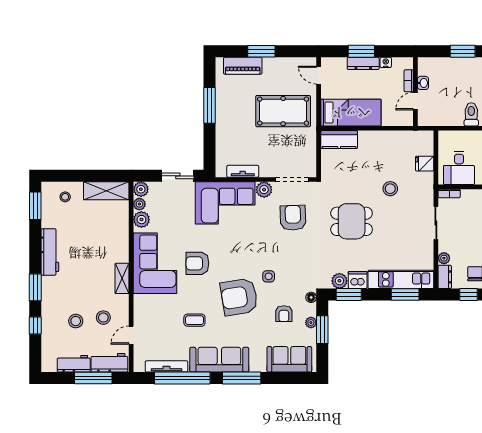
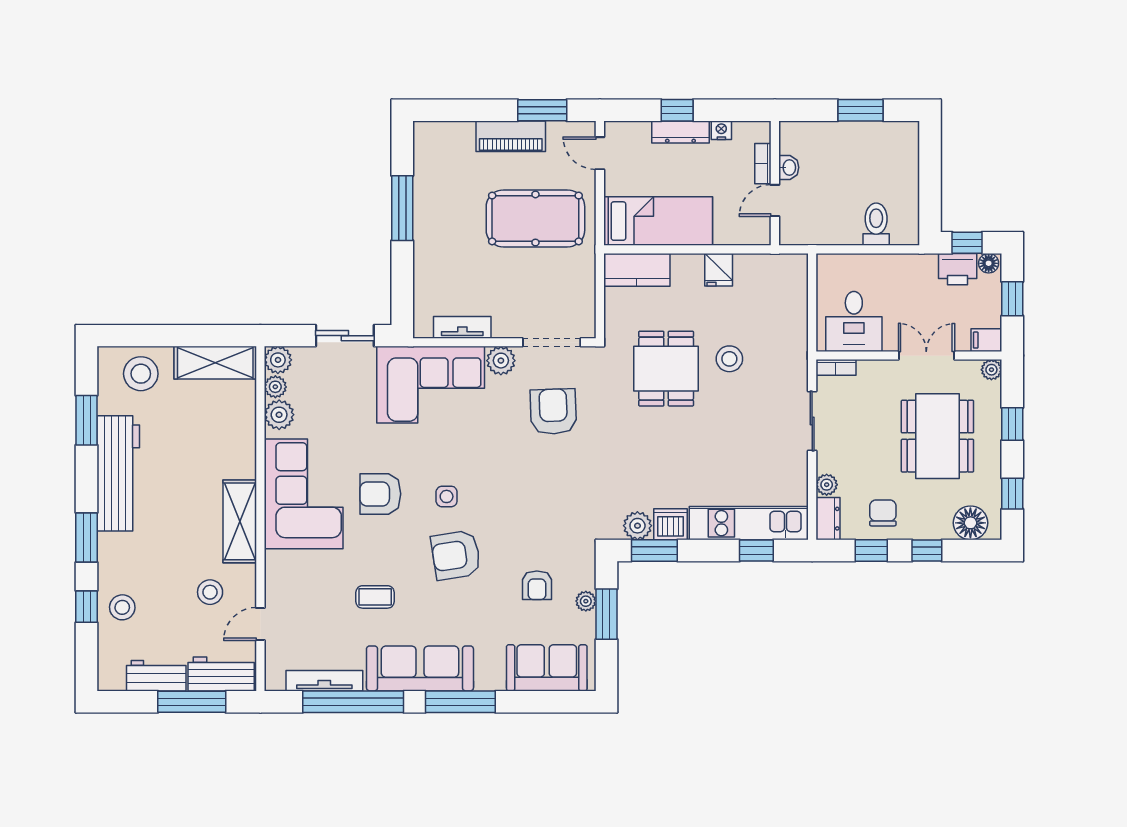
window: (261, 51) -> (542, 110), moved
window: (361, 51) -> (677, 110), width x0.67
piano: (243, 66) -> (511, 136), moved
fridge: (425, 164) -> (719, 270), moved, turned -90
stool: (65, 197) -> (141, 374), width x1.89, depth x1.89
window: (35, 206) -> (87, 420), moved
dining table: (352, 221) -> (666, 369), moved, turned 90
workbench: (50, 252) -> (118, 473), width x1.36, depth x1.32
side table: (269, 276) -> (447, 496), moved
shelving: (122, 278) -> (240, 521), width x1.50, depth x1.33
window: (405, 295) -> (756, 550), width x0.67
armchair: (239, 297) -> (456, 555), width x0.73, depth x0.73
floor lamp: (311, 297) -> (586, 556), removed
stool: (76, 321) -> (122, 607), moved

